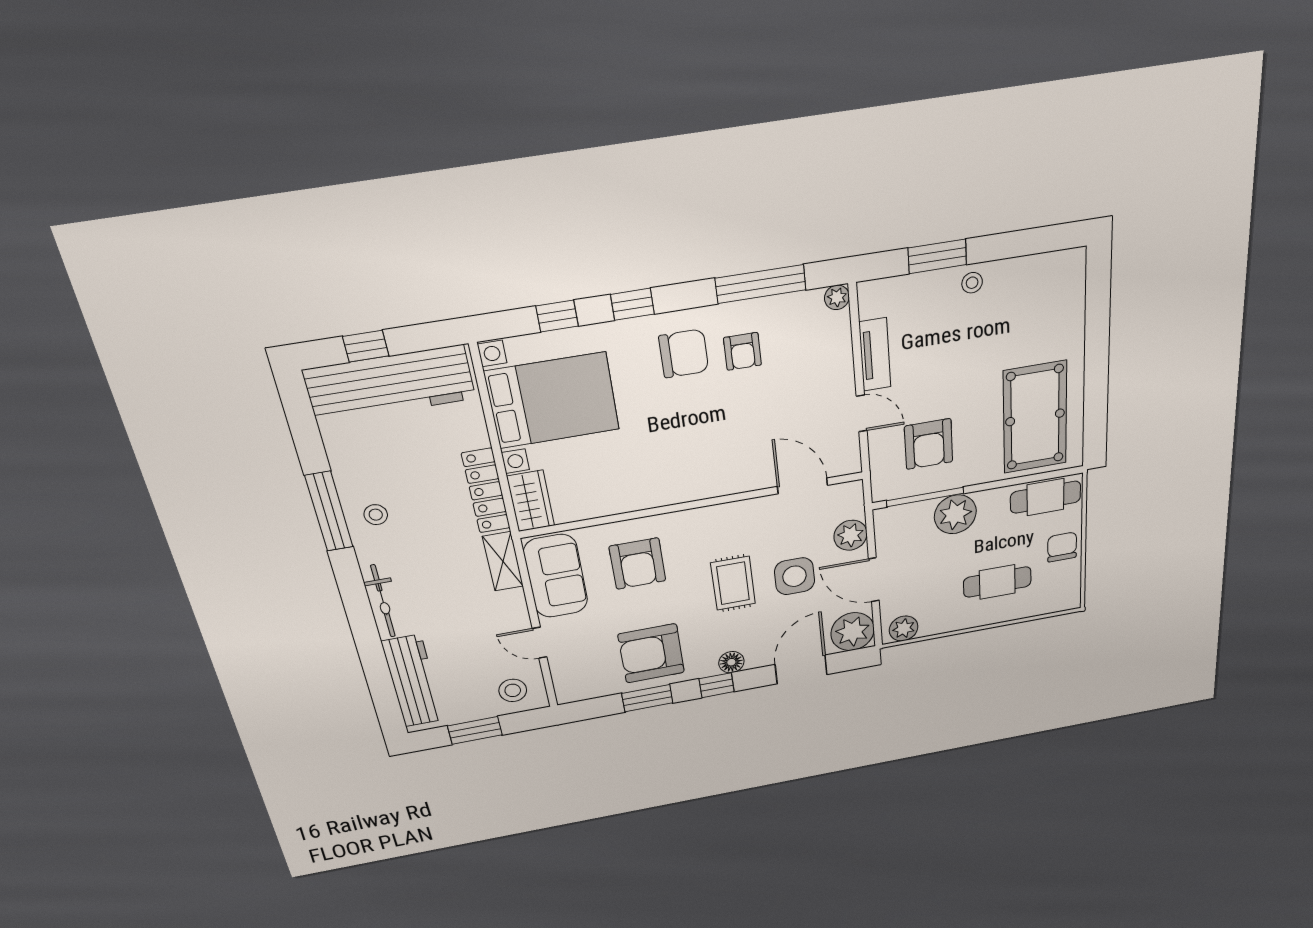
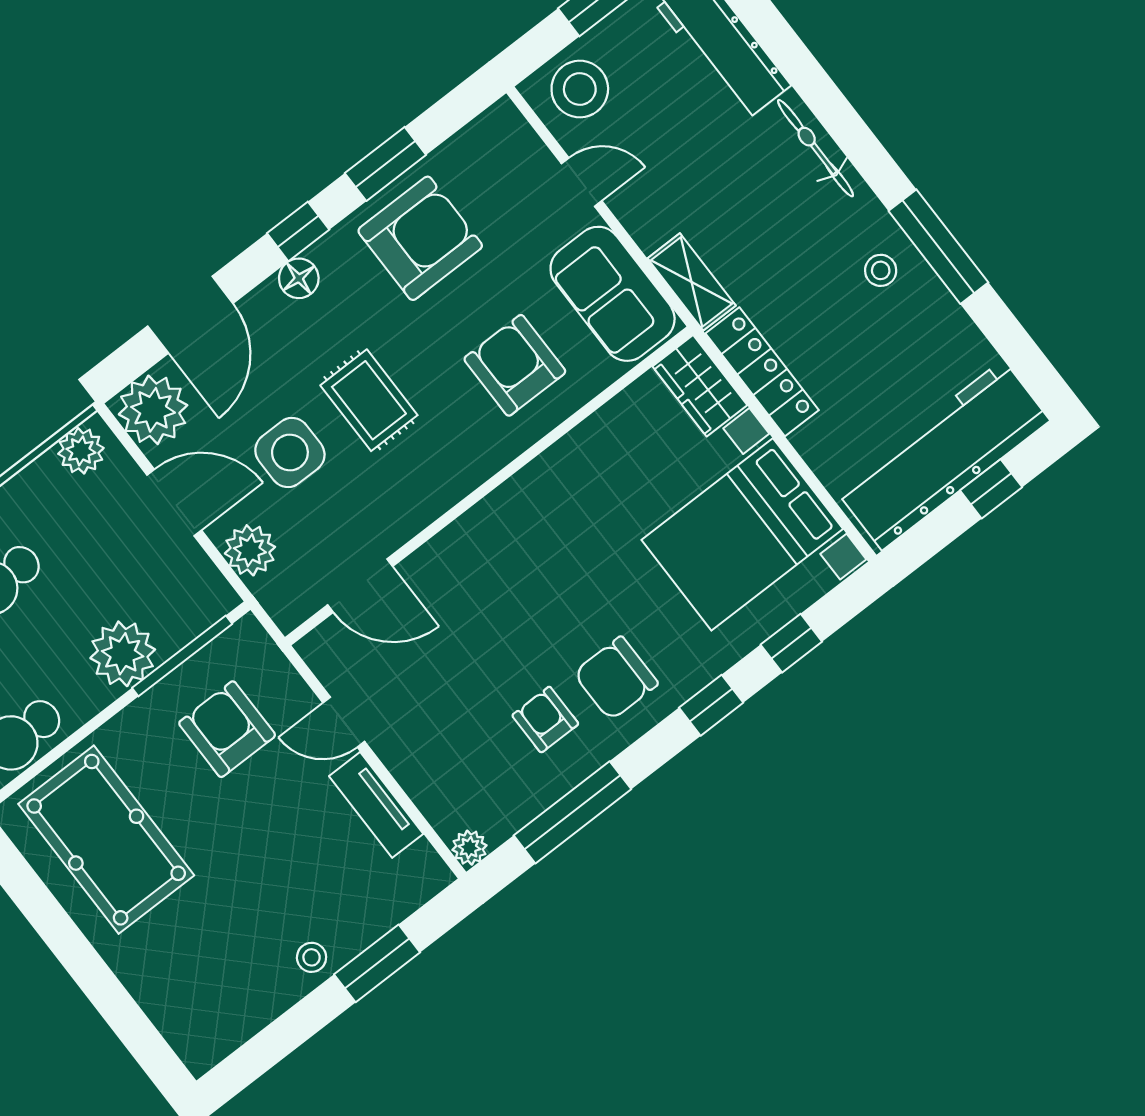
stool: (513, 690) -> (580, 89), width x1.38, depth x1.38

